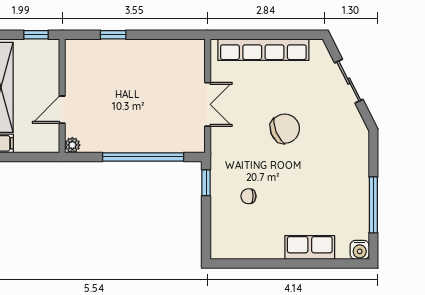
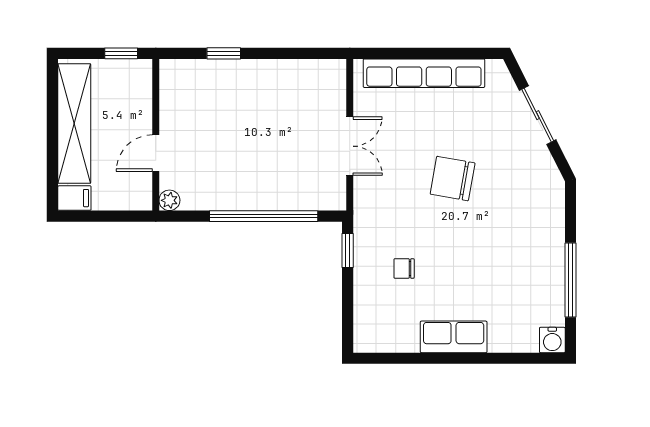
chair: (285, 129) -> (453, 179), turned -148
row of seats: (310, 248) -> (454, 337), moved

